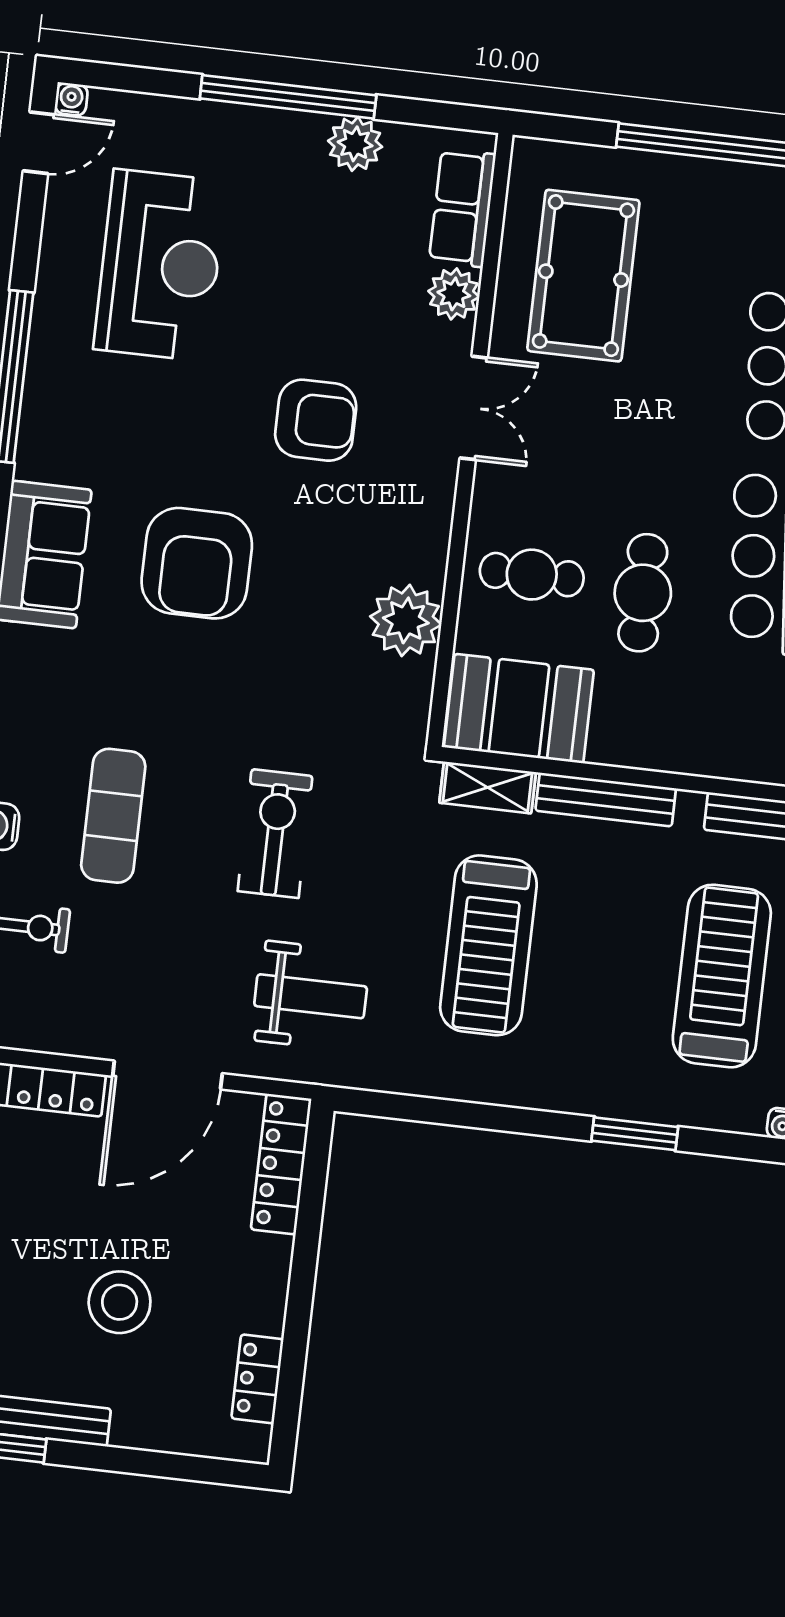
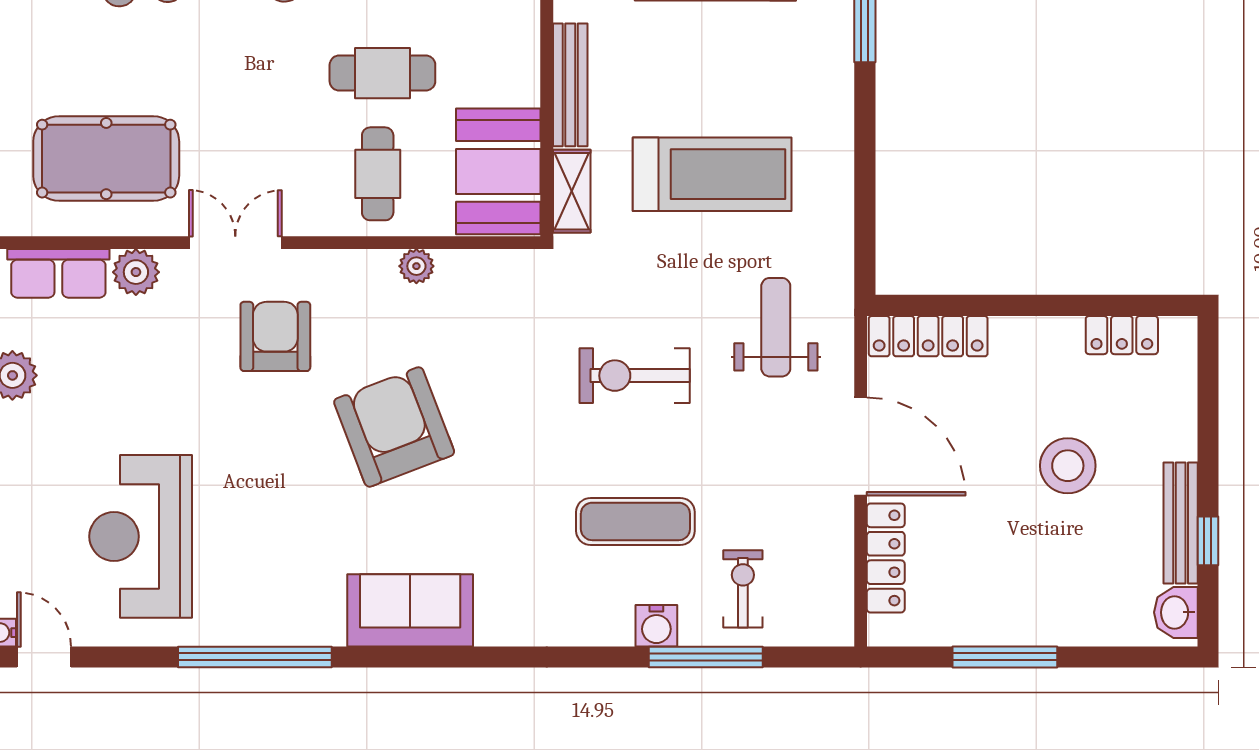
reception desk: (160, 265) -> (141, 536), turned -90
armchair: (316, 420) -> (275, 336), moved
armchair: (197, 563) -> (394, 427), moved, turned -111
plant: (406, 620) -> (416, 266), width x0.53, depth x0.53

